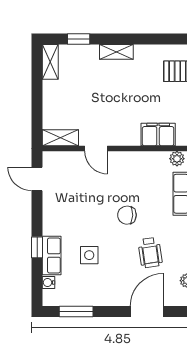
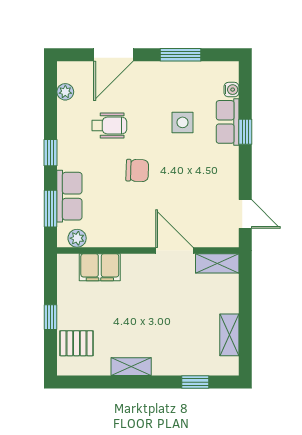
shelving: (116, 52) -> (131, 367), moved
shelving: (50, 62) -> (229, 335), moved
door: (96, 149) -> (174, 250), width x1.38
wheelchair: (150, 253) -> (109, 126), turned 98
window: (76, 311) -> (180, 55), moved

